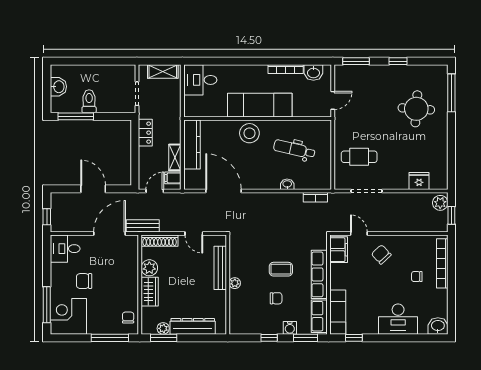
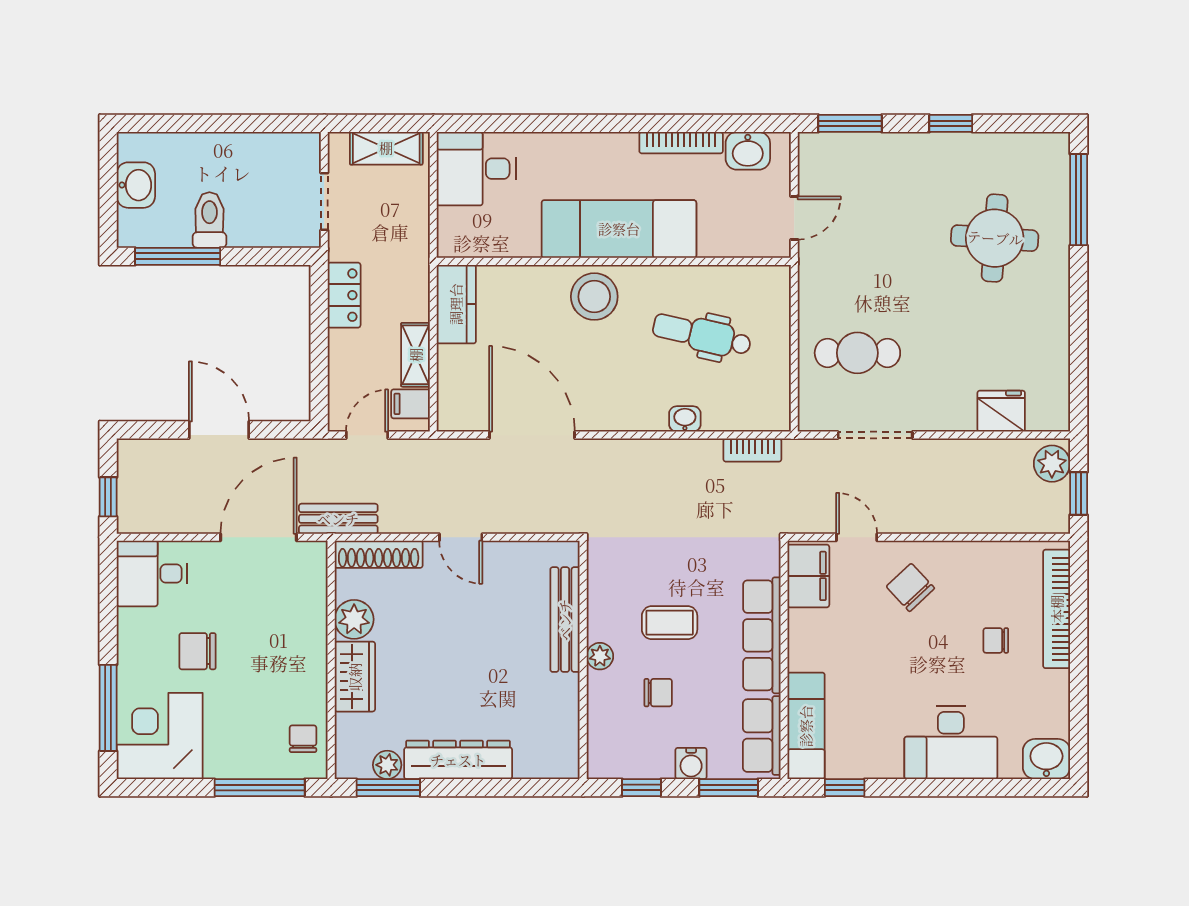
kitchen counter: (192, 145) -> (456, 304), width x0.67
bench: (220, 268) -> (565, 620), moved
plant: (235, 283) -> (600, 656), moved
wall: (228, 285) -> (583, 660), moved

